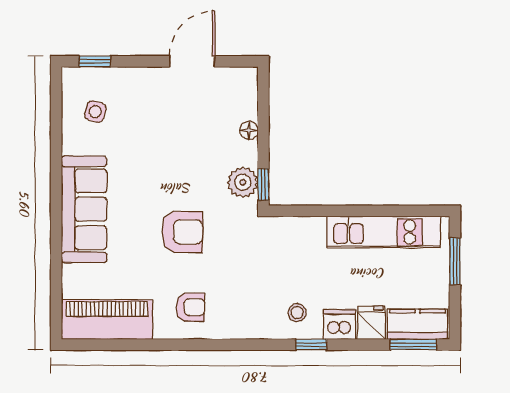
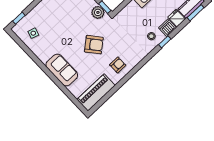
sofa: (84, 209) -> (62, 70), width x0.73
armchair: (182, 232) -> (94, 45), turned 51

